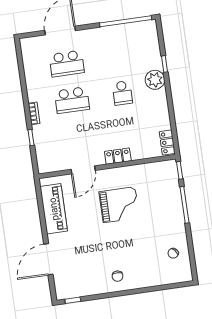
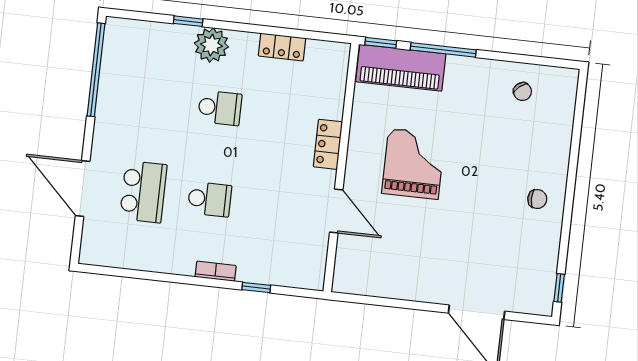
school desk: (72, 100) -> (209, 199), width x0.54
locker: (167, 142) -> (282, 47), moved
piano: (54, 209) -> (401, 68), moved, turned 180

